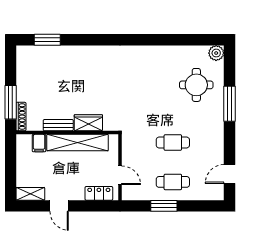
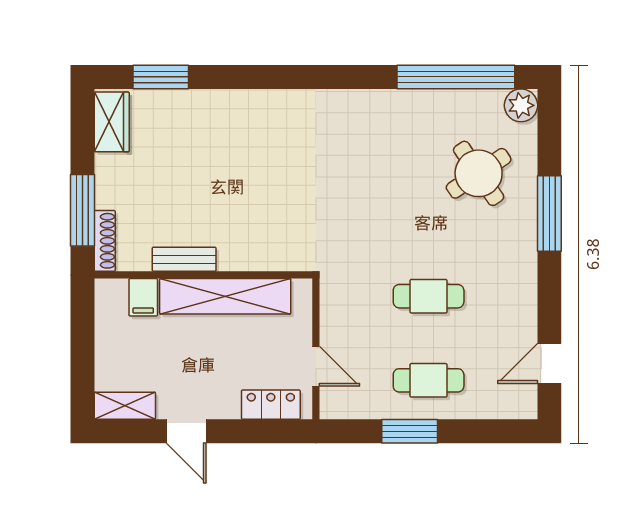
window: (186, 40) -> (456, 77), added
round table: (196, 85) -> (479, 173), turned -34
wardrobe: (88, 123) -> (112, 122), moved, turned 90

